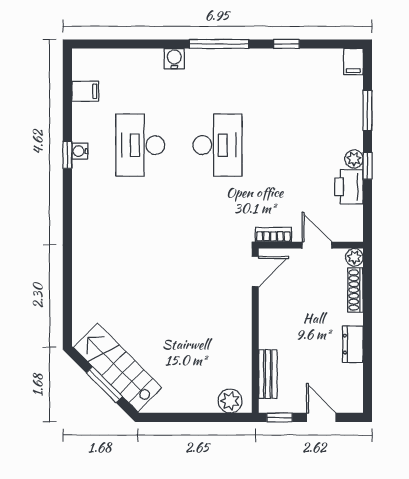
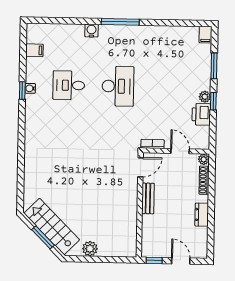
window: (286, 44) -> (163, 23), removed
desk: (140, 145) -> (69, 85), width x0.73
bench: (268, 374) -> (148, 198), moved
plant: (230, 401) -> (90, 249), moved

